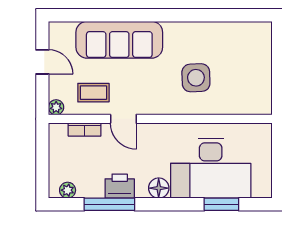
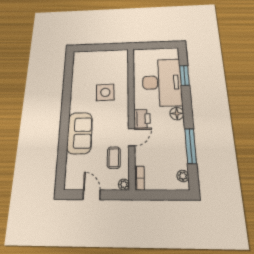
sofa: (119, 40) -> (80, 133), width x0.73
door: (42, 62) -> (92, 195), hinge flipped
bookcase: (85, 130) -> (140, 178), moved
printer: (120, 186) -> (142, 119), moved, turned 180

